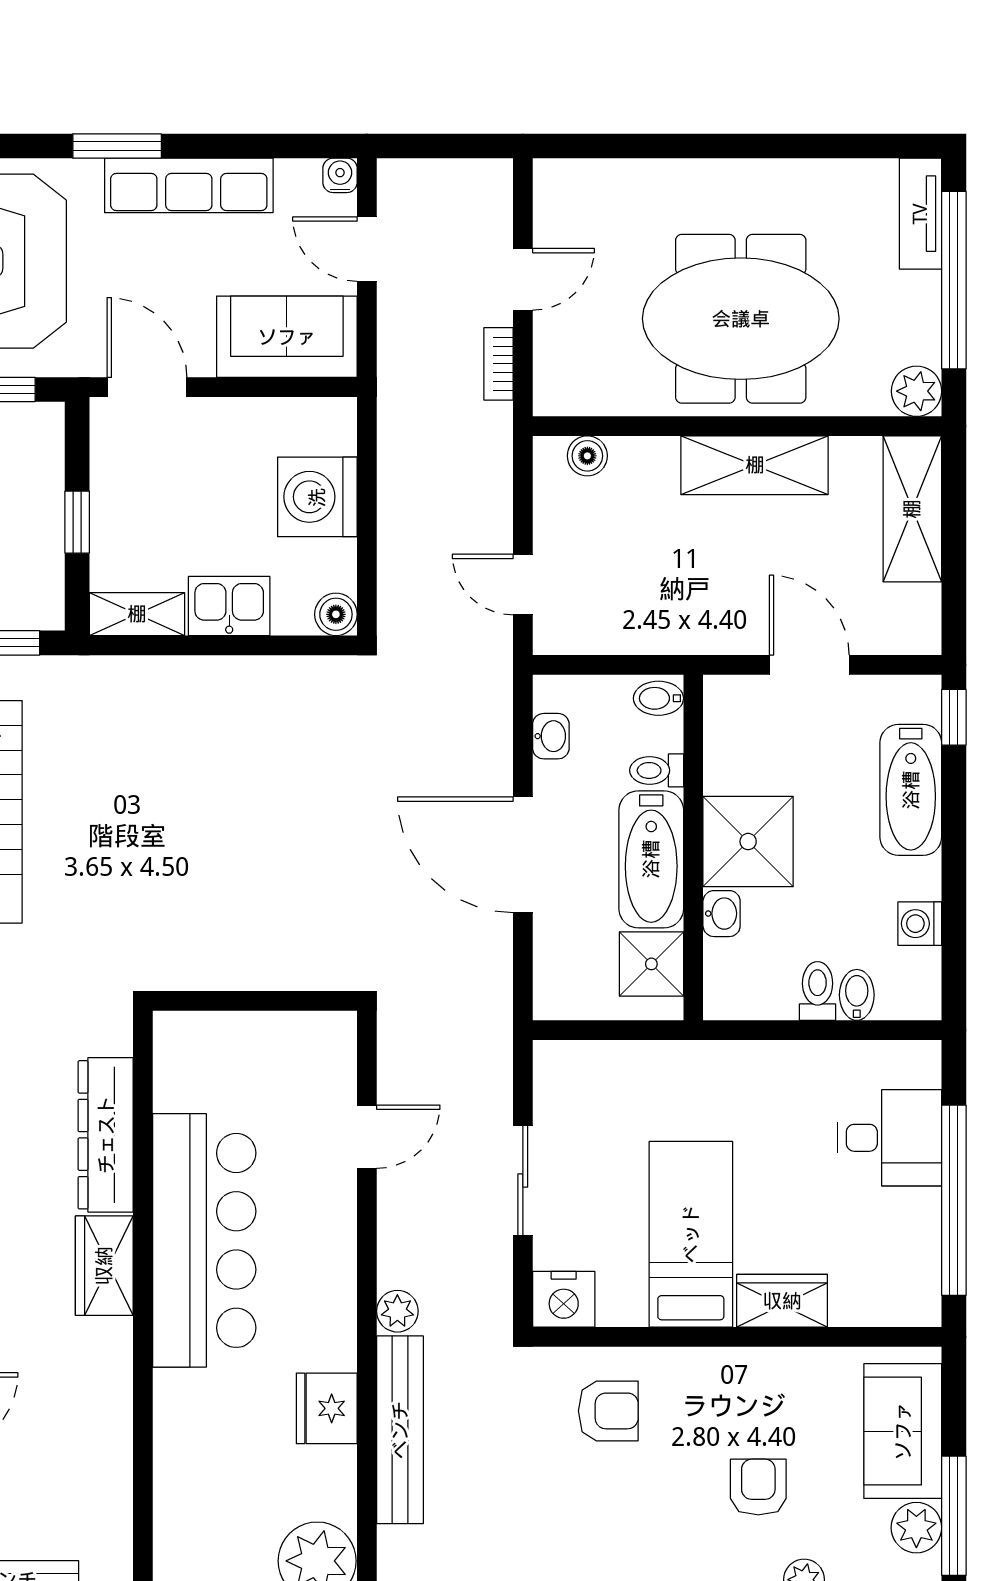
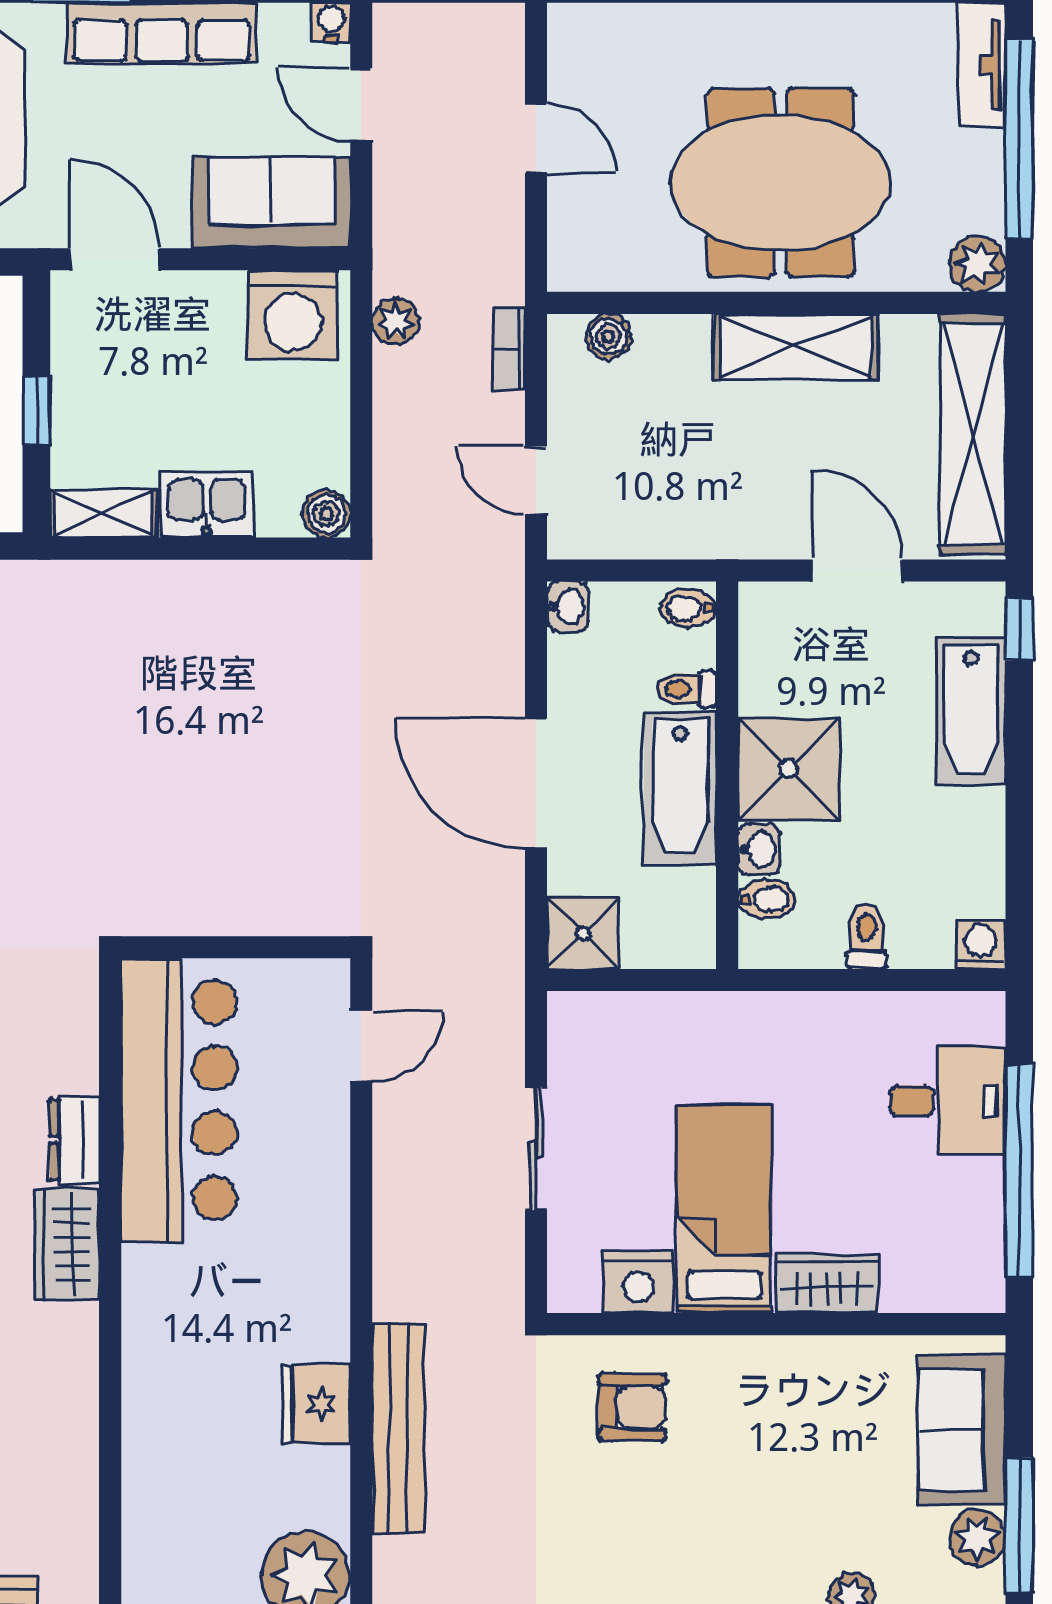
door: (523, 279) -> (536, 138), hinge flipped
bookcase: (498, 364) -> (509, 349), moved
washing machine: (317, 497) -> (293, 315), moved, turned -90
shelving: (912, 509) -> (973, 434), width x1.47
washbasin: (551, 736) -> (568, 607), moved
washing machine: (920, 924) -> (980, 945), moved, turned 90
shower: (651, 964) -> (583, 933), moved
bidet: (857, 995) -> (767, 899), moved, turned 90
dresser: (106, 1135) -> (74, 1140), width x0.51, depth x0.80
door: (367, 1137) -> (361, 1046), moved
bar counter: (204, 1240) -> (179, 1100), moved
nightstand: (564, 1299) -> (638, 1282), moved
plant: (397, 1311) -> (396, 322), moved
armchair: (758, 1487) -> (800, 1492), removed

